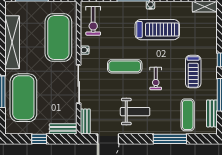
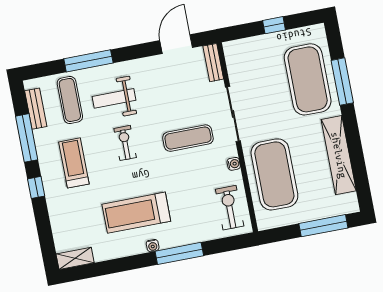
exercise mat: (125, 66) -> (188, 138), moved
weight bench: (135, 112) -> (114, 98), moved
bench: (63, 129) -> (243, 46), removed

